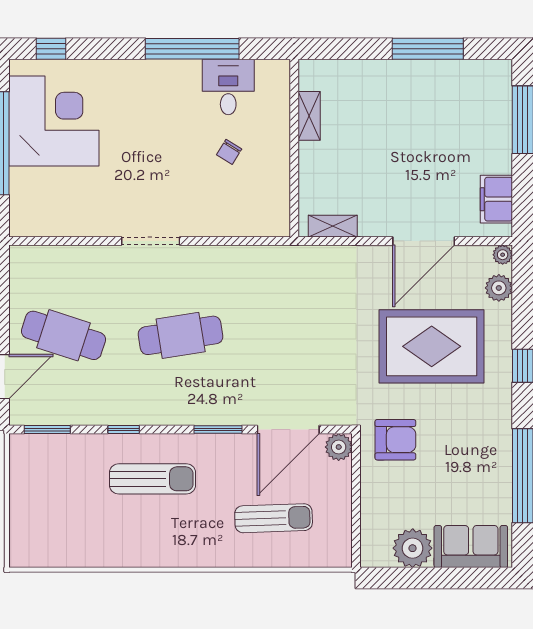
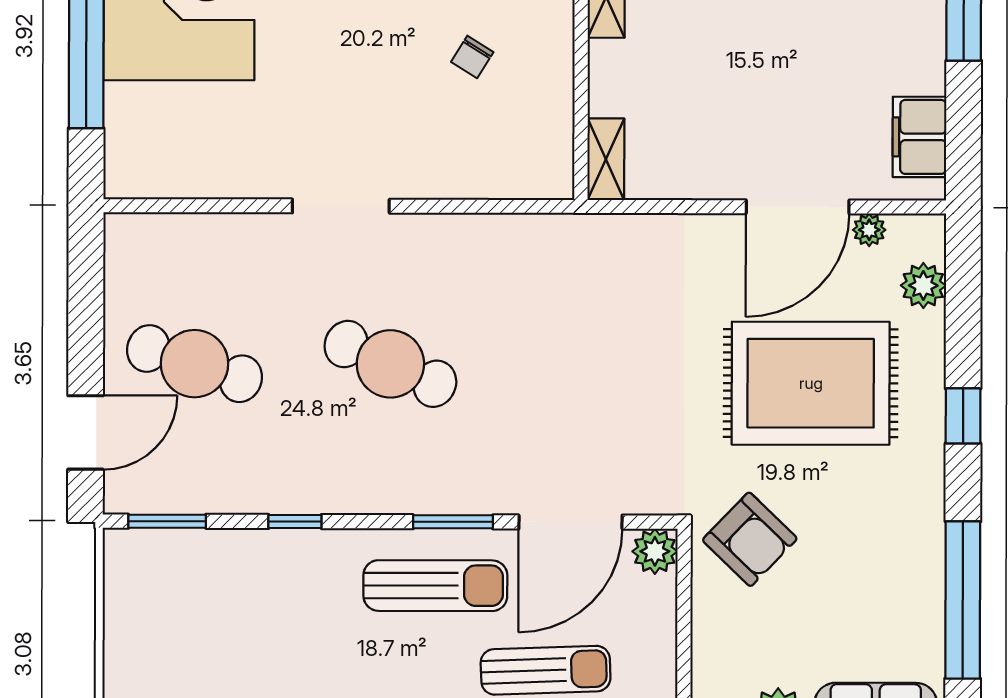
shelving: (333, 226) -> (606, 159), moved, turned 90
plant: (503, 255) -> (869, 230), moved
cafe table: (181, 335) -> (390, 364), turned 33
armchair: (395, 440) -> (750, 539), turned 44
sun lounger: (153, 479) -> (435, 586), moved

